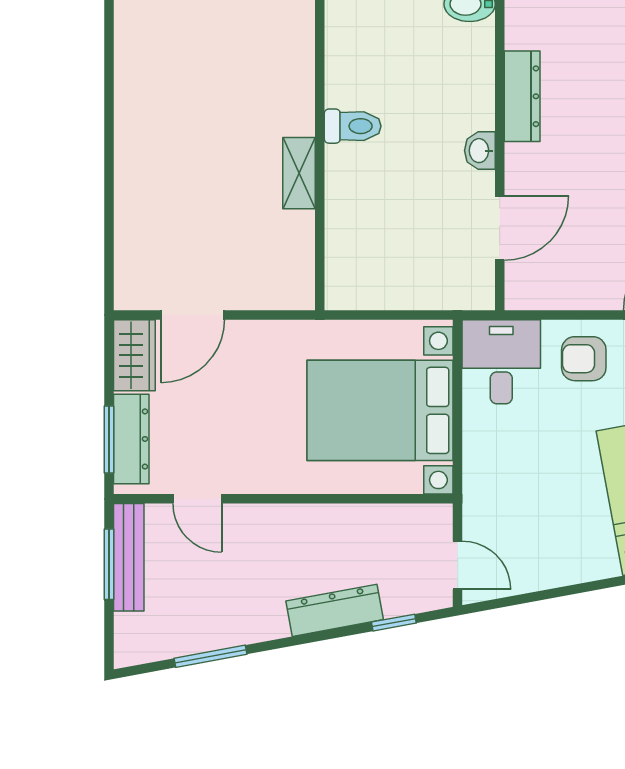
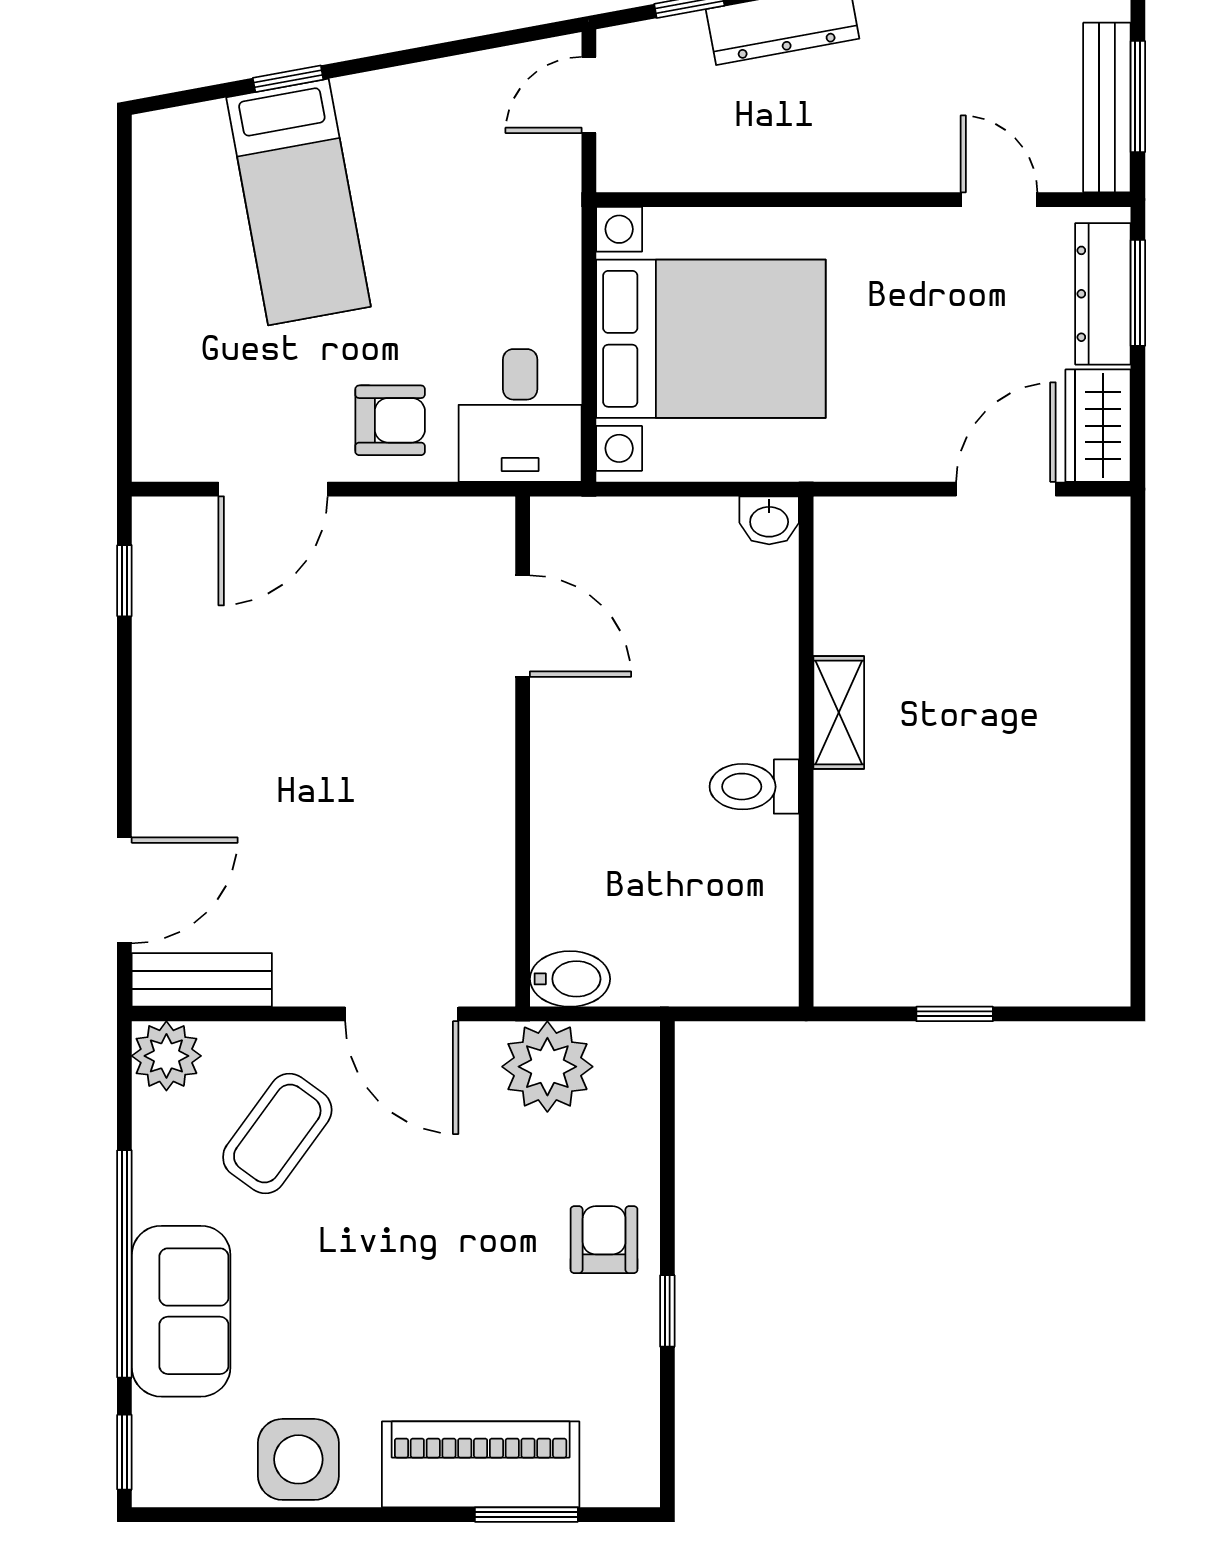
dresser: (522, 96) -> (487, 834), removed
washbasin: (480, 151) -> (769, 520), moved, turned 90
door: (500, 228) -> (523, 626), swing flipped
door: (458, 565) -> (589, 95), hinge flipped

